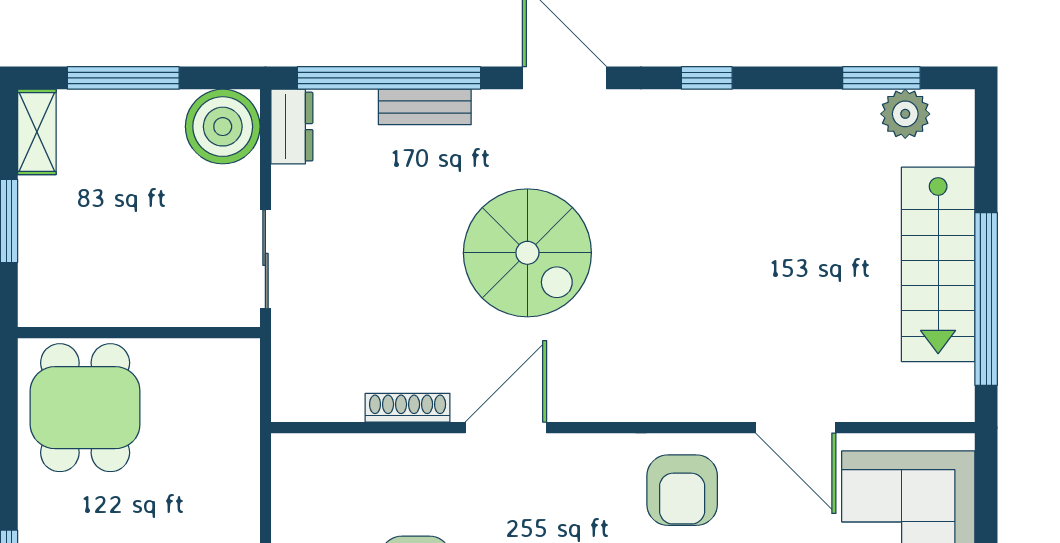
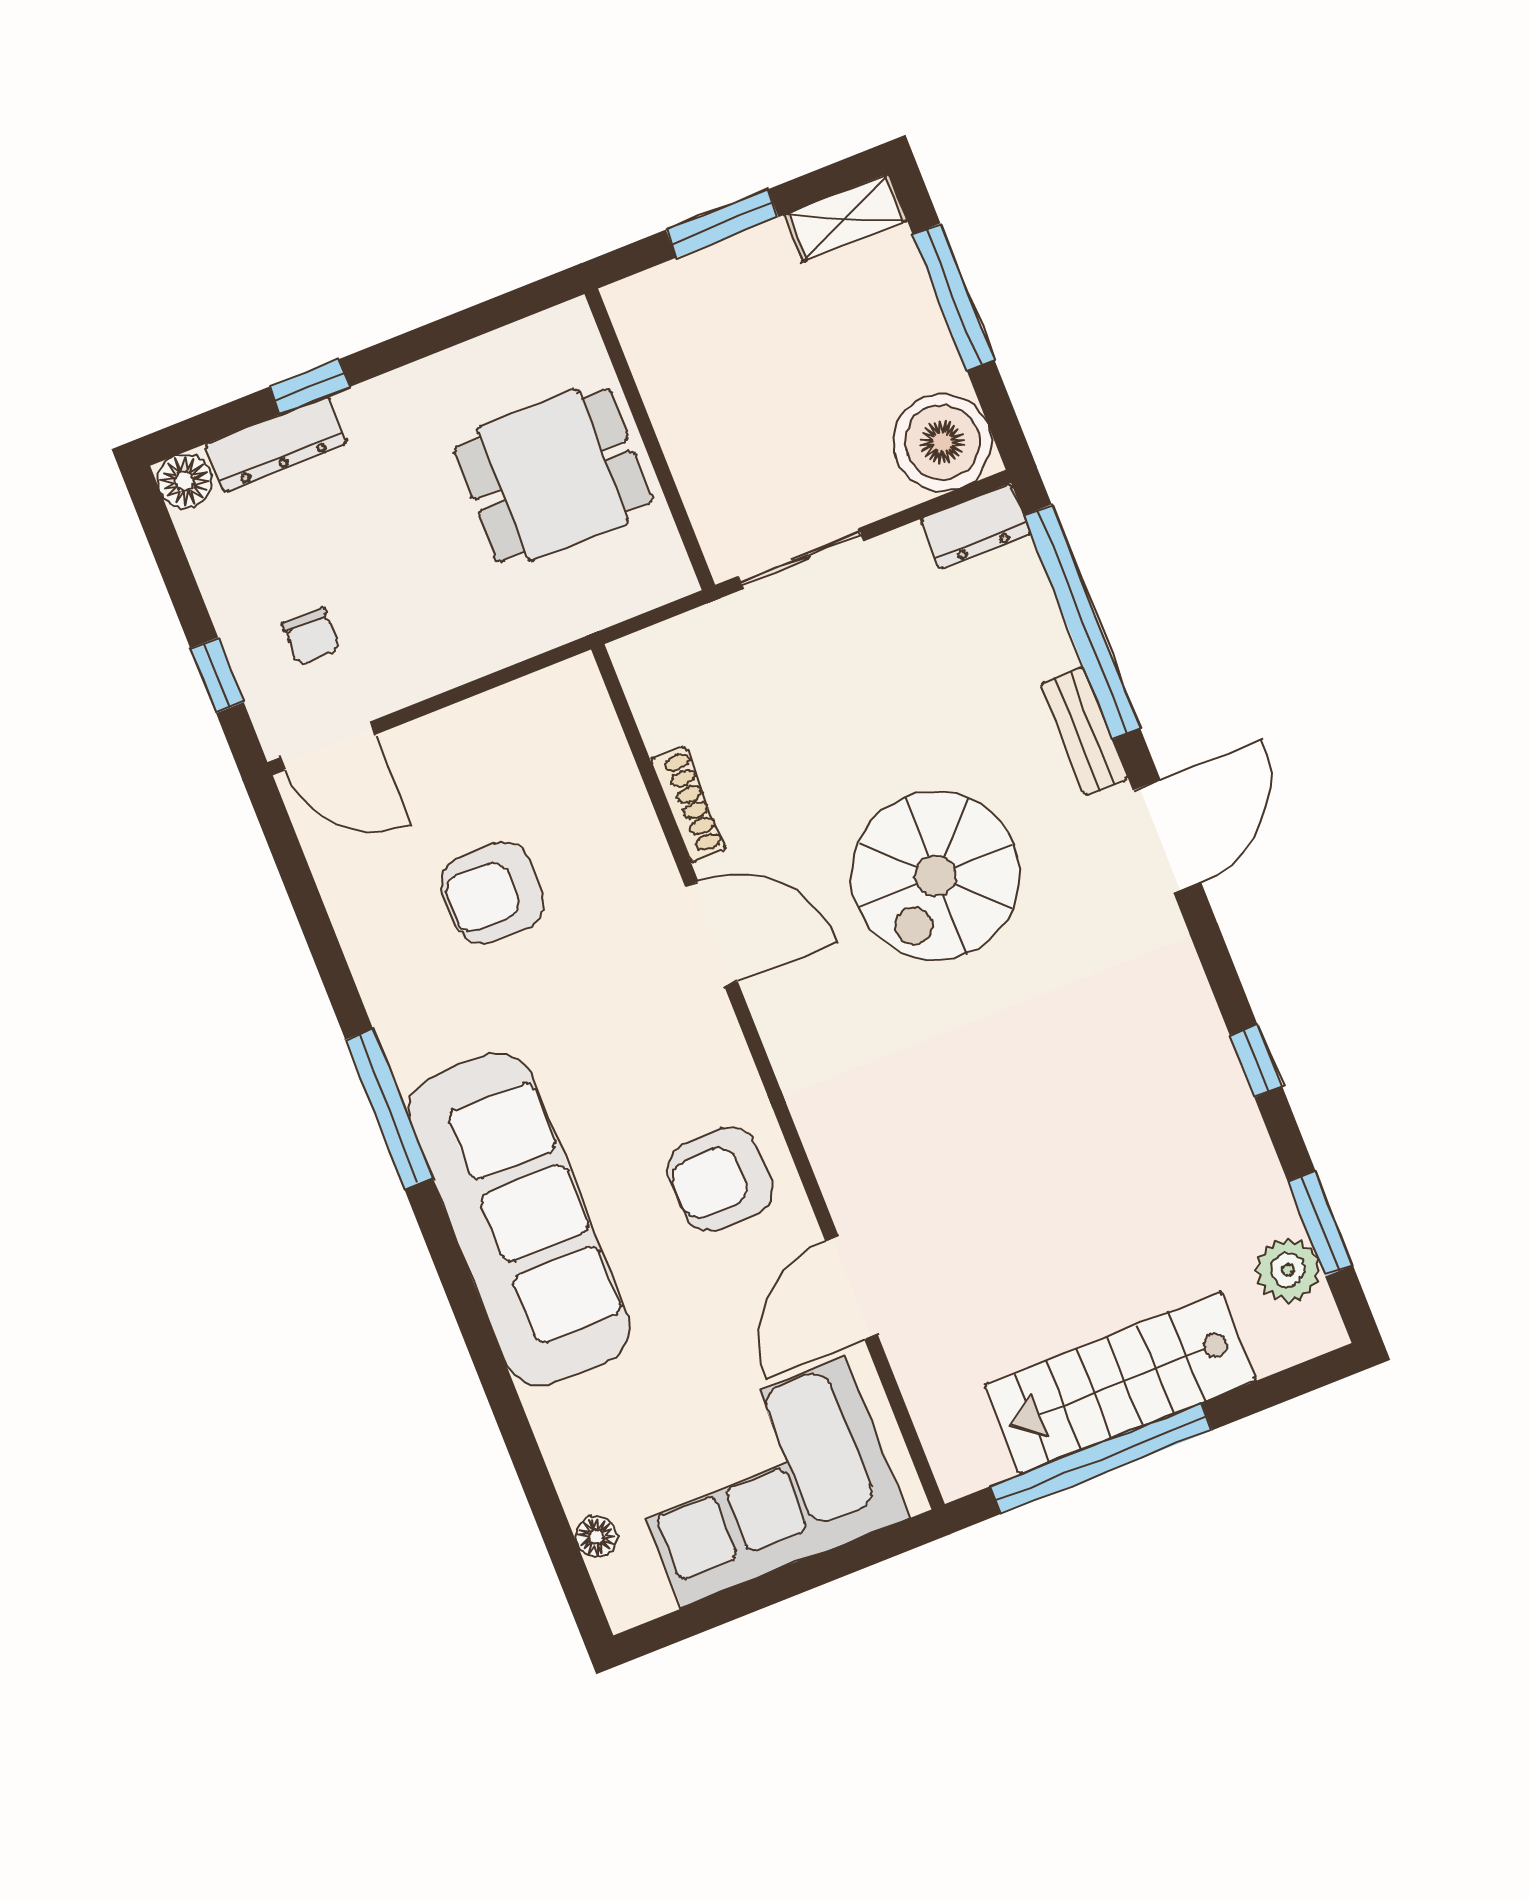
window: (707, 78) -> (1256, 1061), moved
bench: (425, 107) -> (1084, 731), moved
dining table: (85, 408) -> (553, 475), moved

